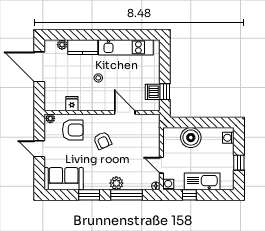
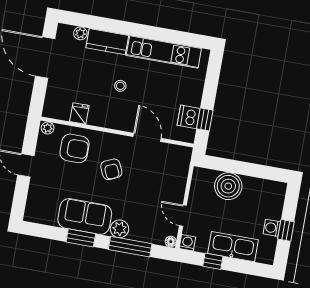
washing machine: (228, 138) -> (272, 228), moved
sofa: (64, 179) -> (85, 217), moved

